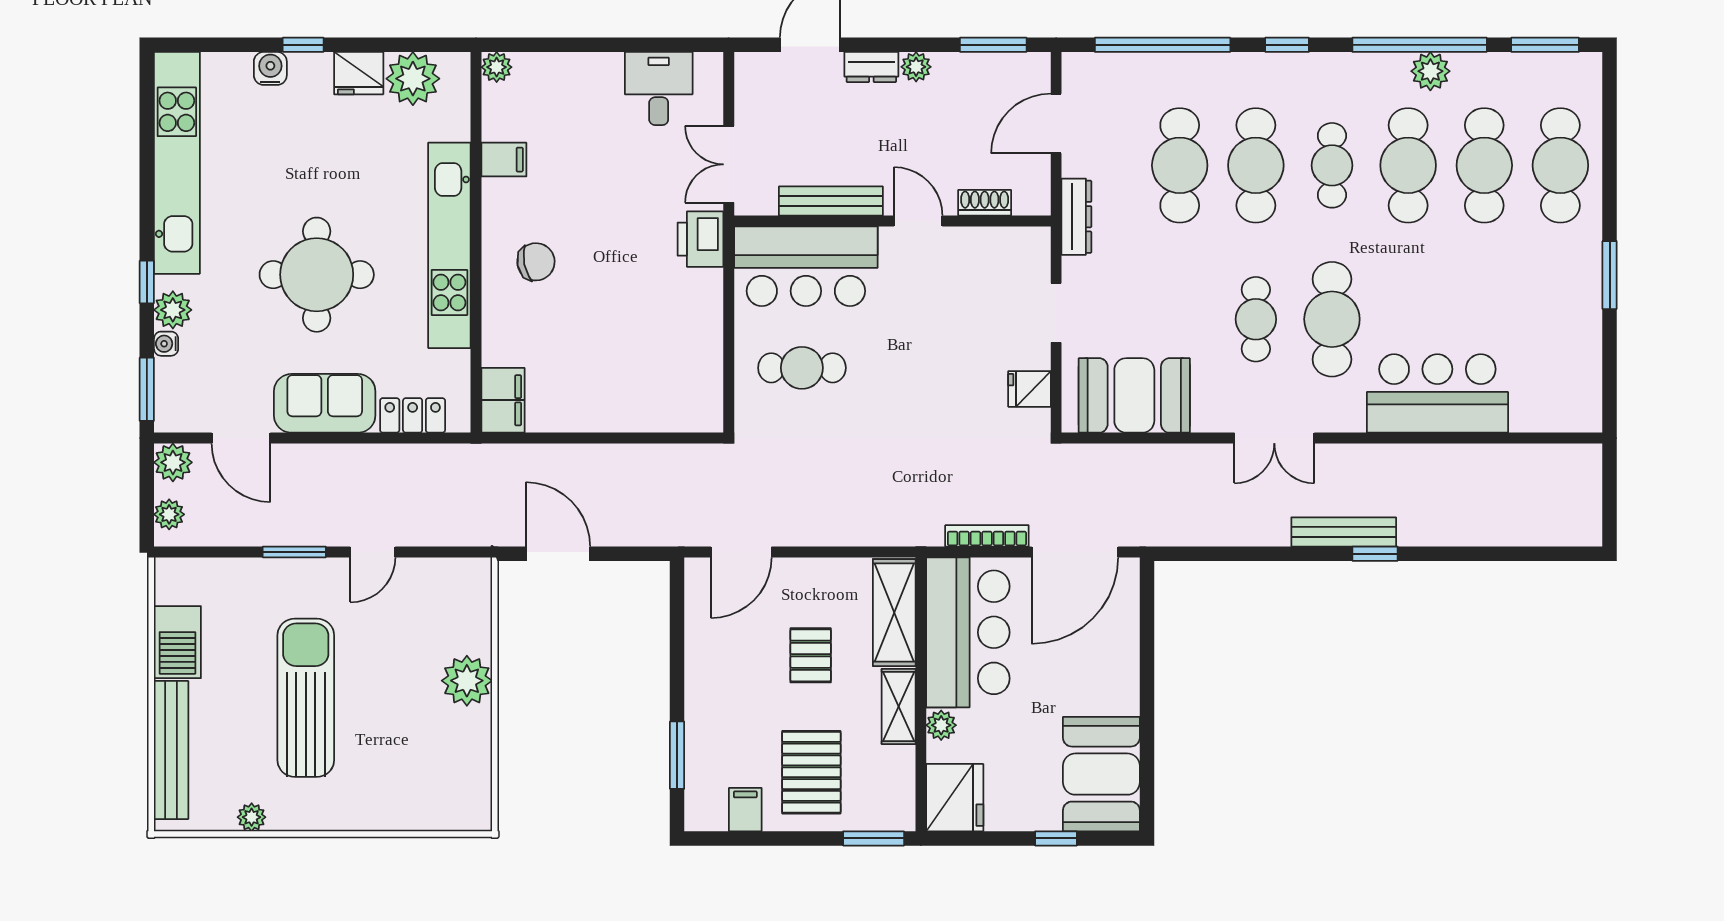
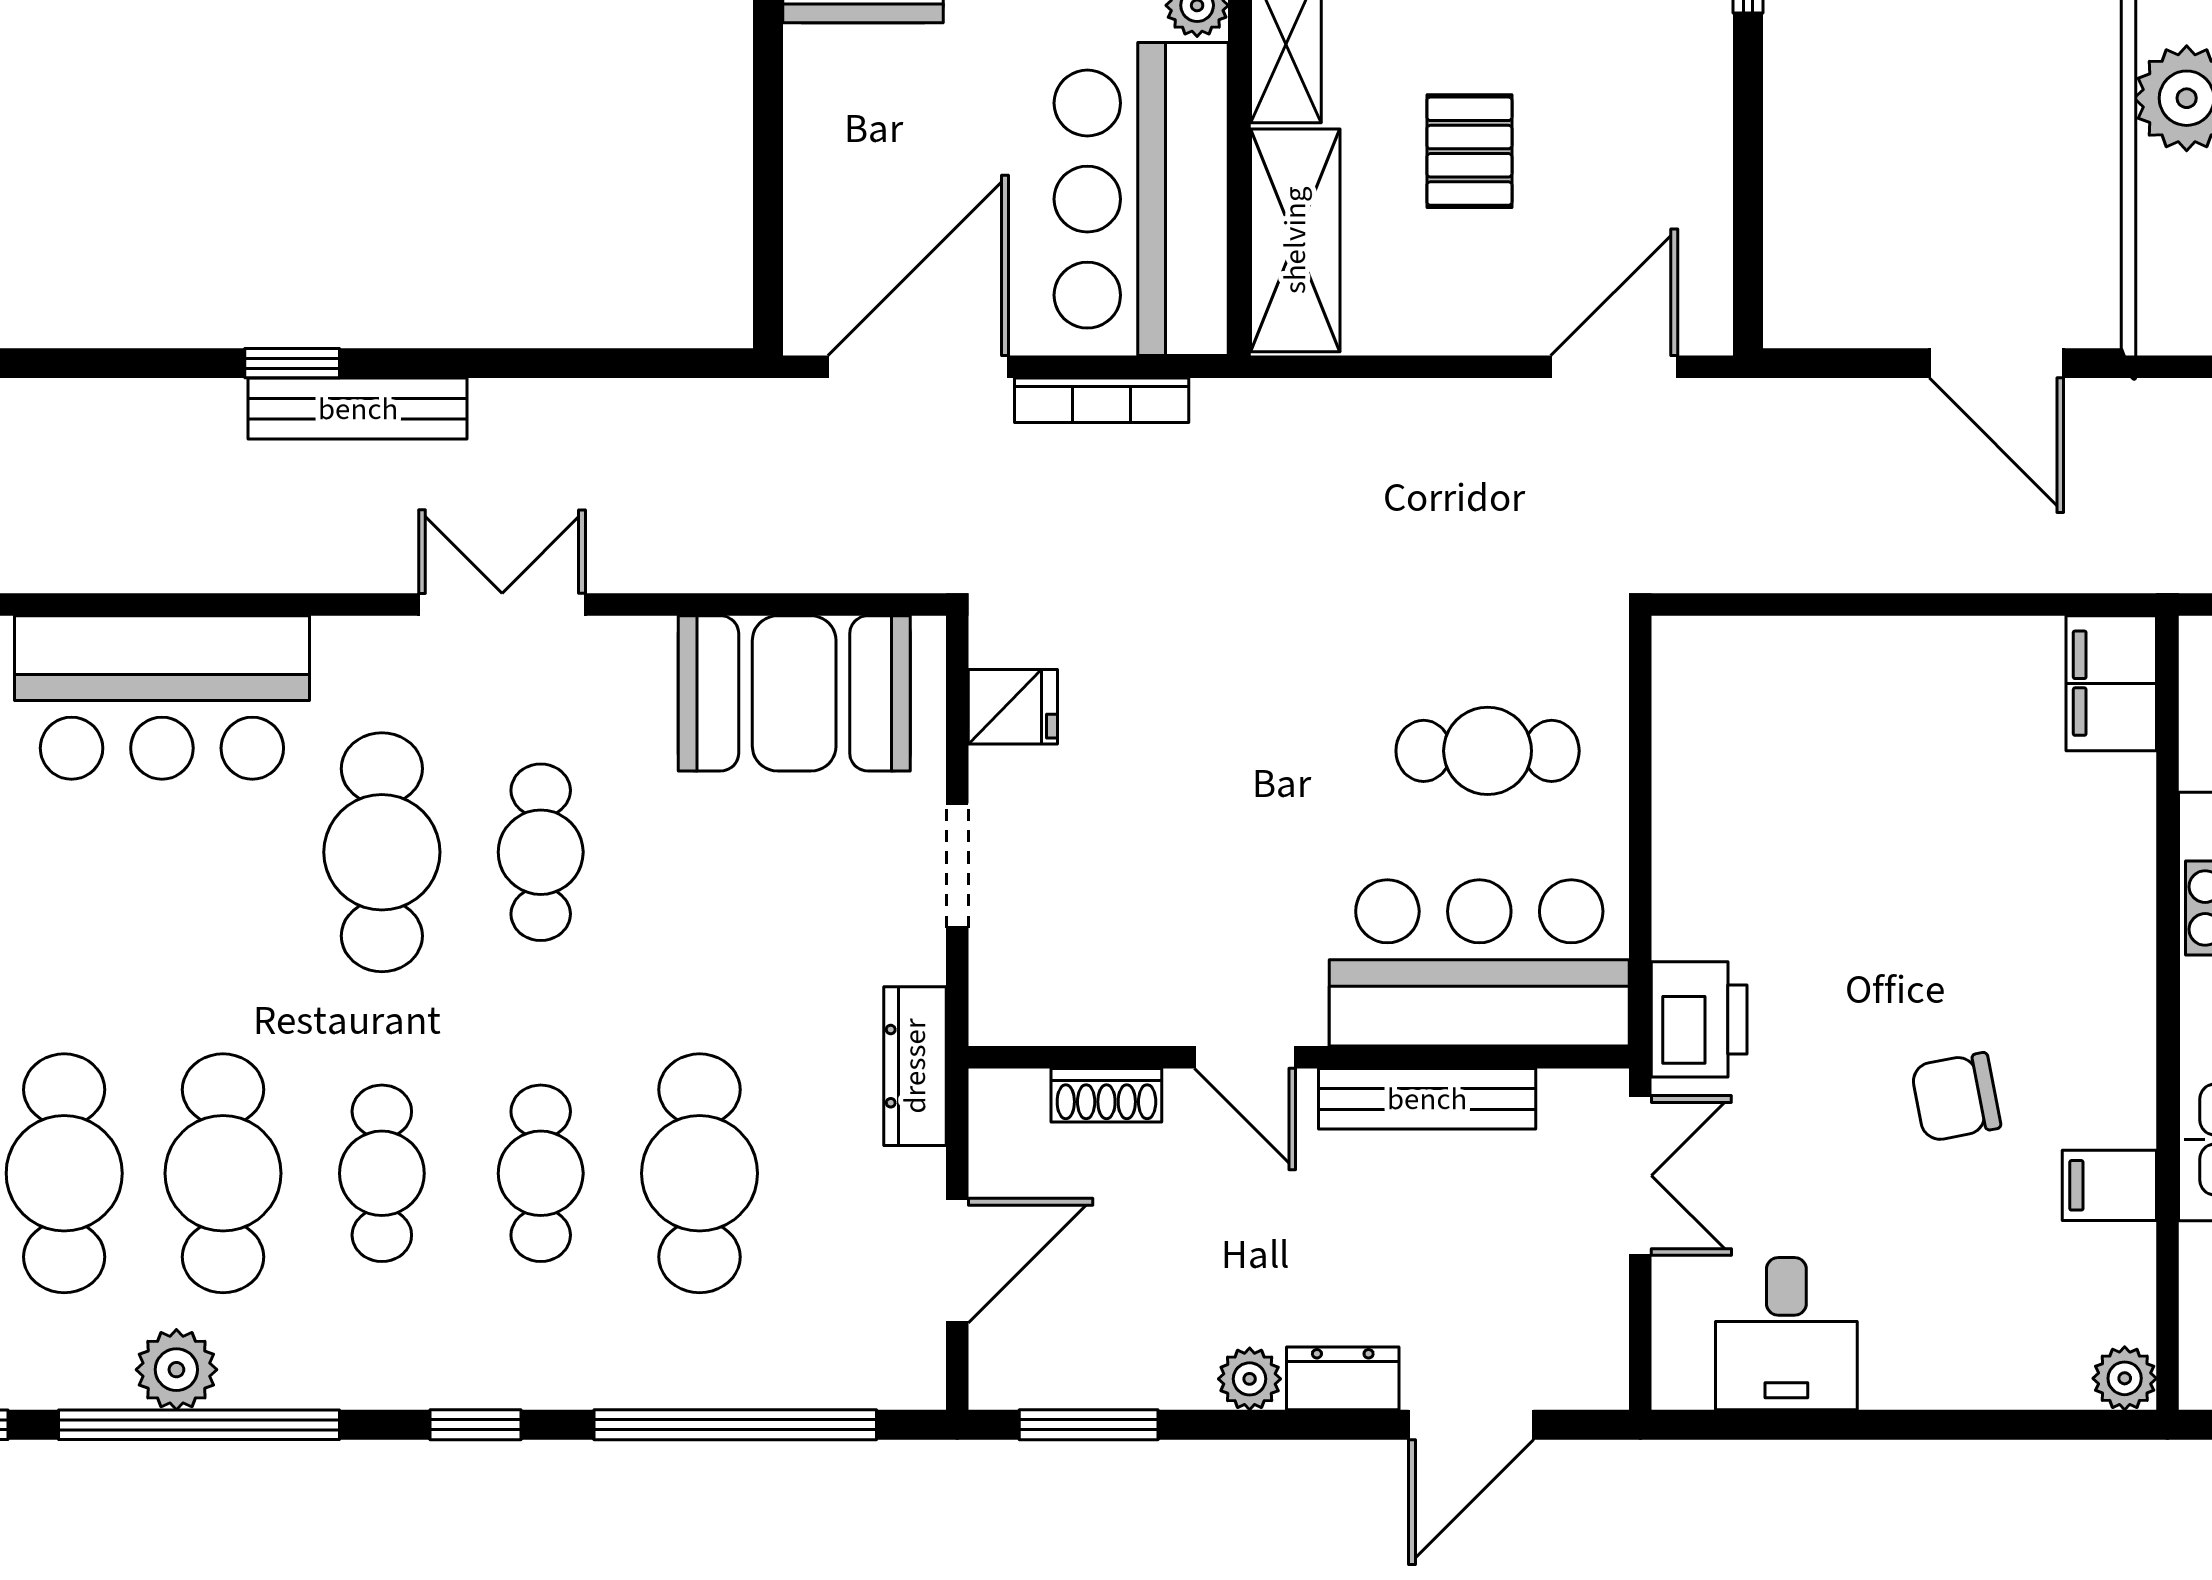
cafe table: (1256, 165) -> (541, 1173), width x0.73, depth x0.74
chair: (536, 262) -> (1956, 1097), moved

